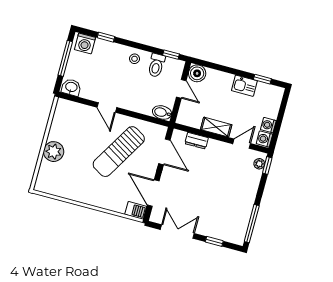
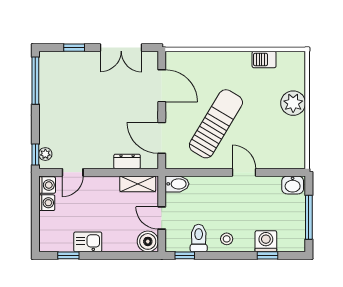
washing machine: (85, 43) -> (266, 241), moved
shelving: (216, 127) -> (138, 184), moved
barbecue: (136, 210) -> (264, 59), moved

